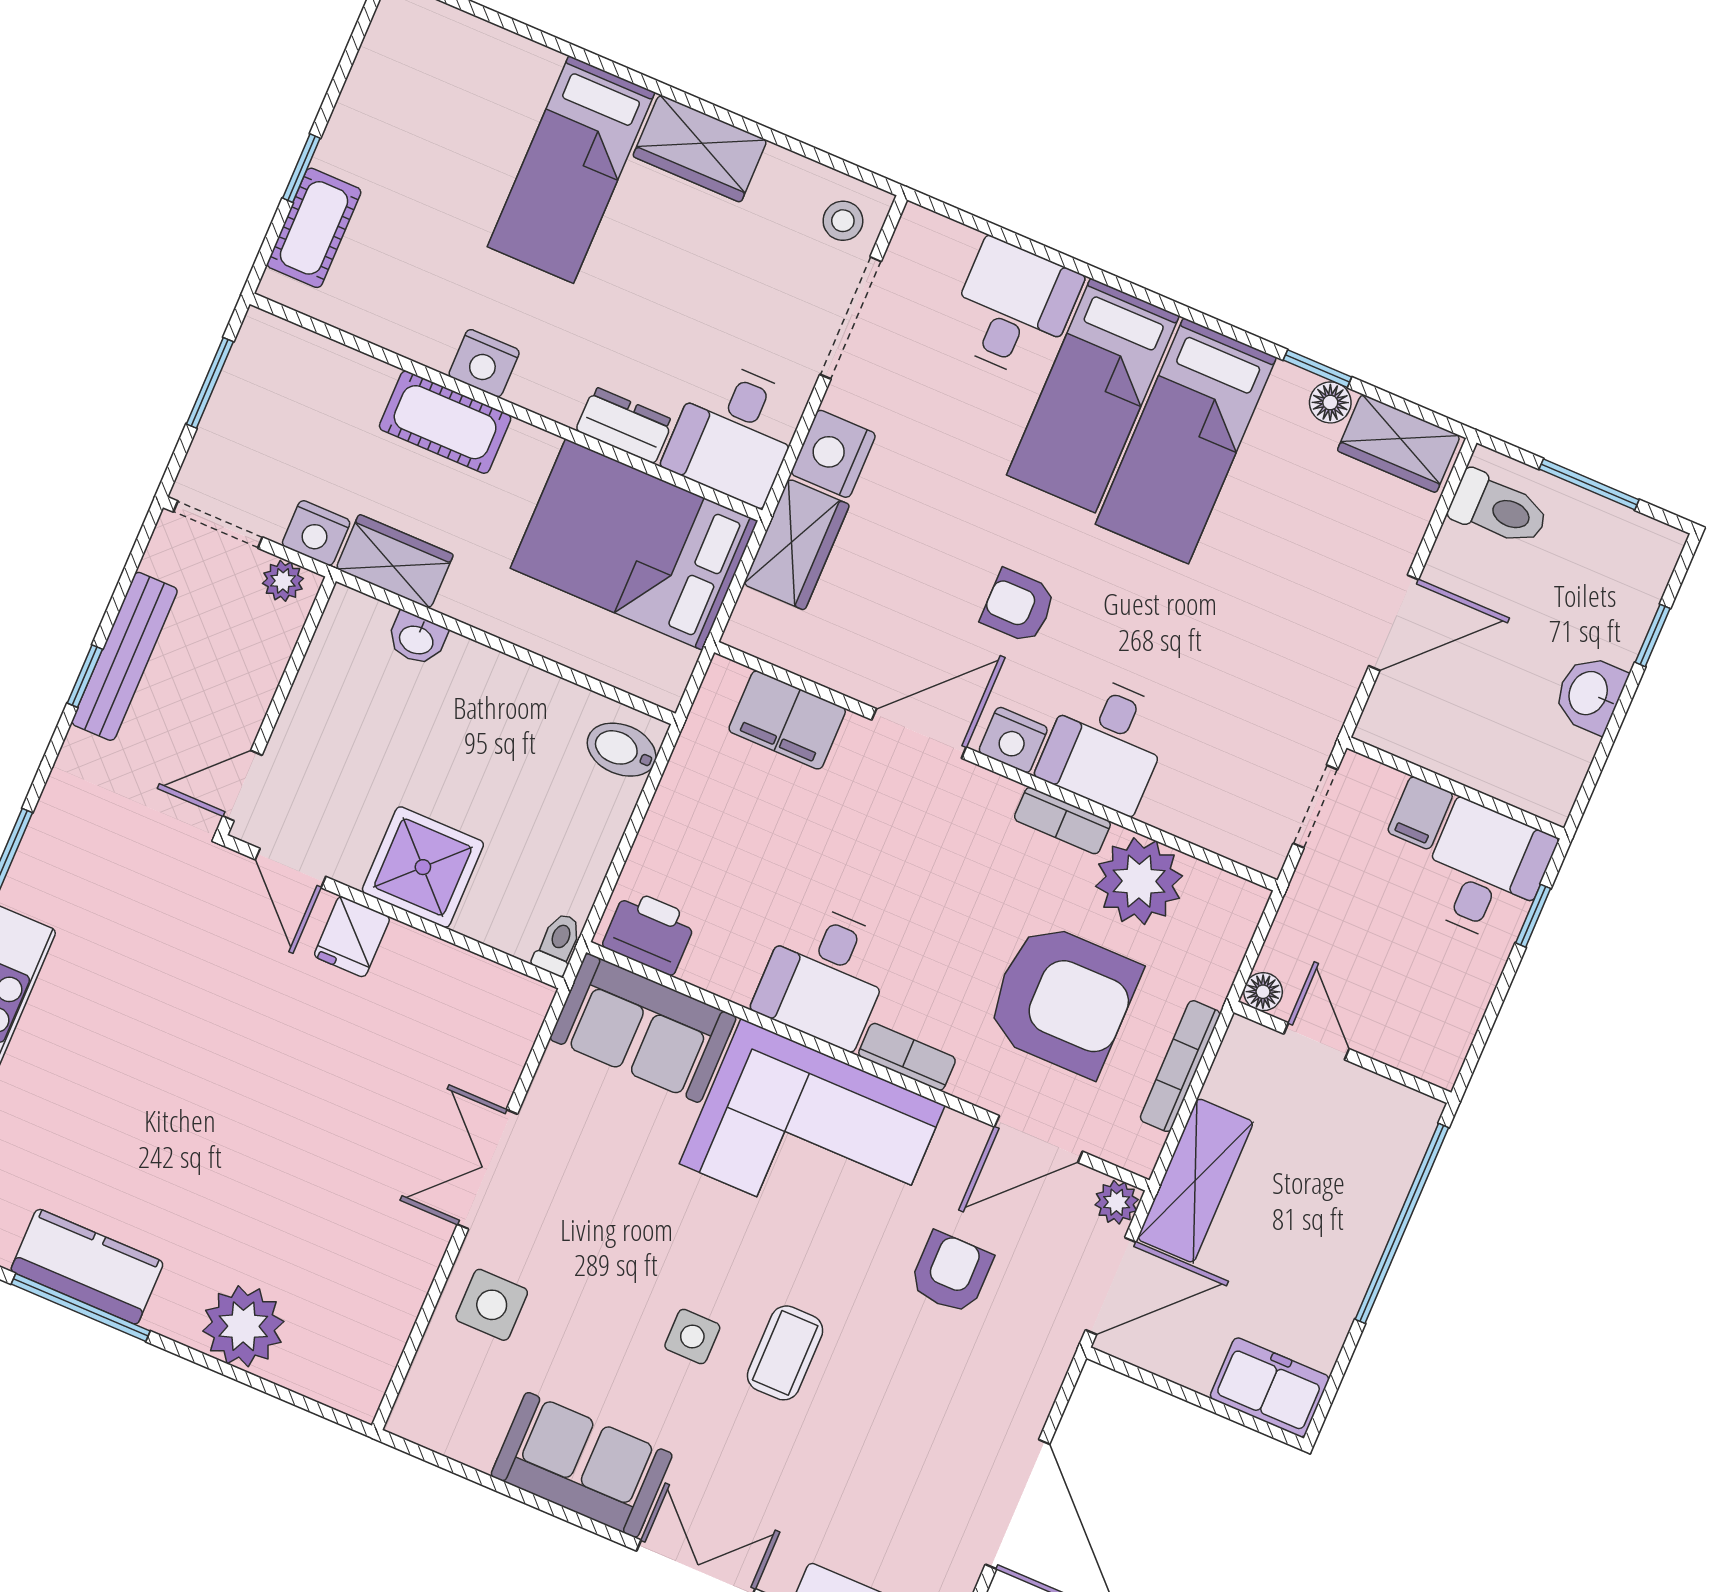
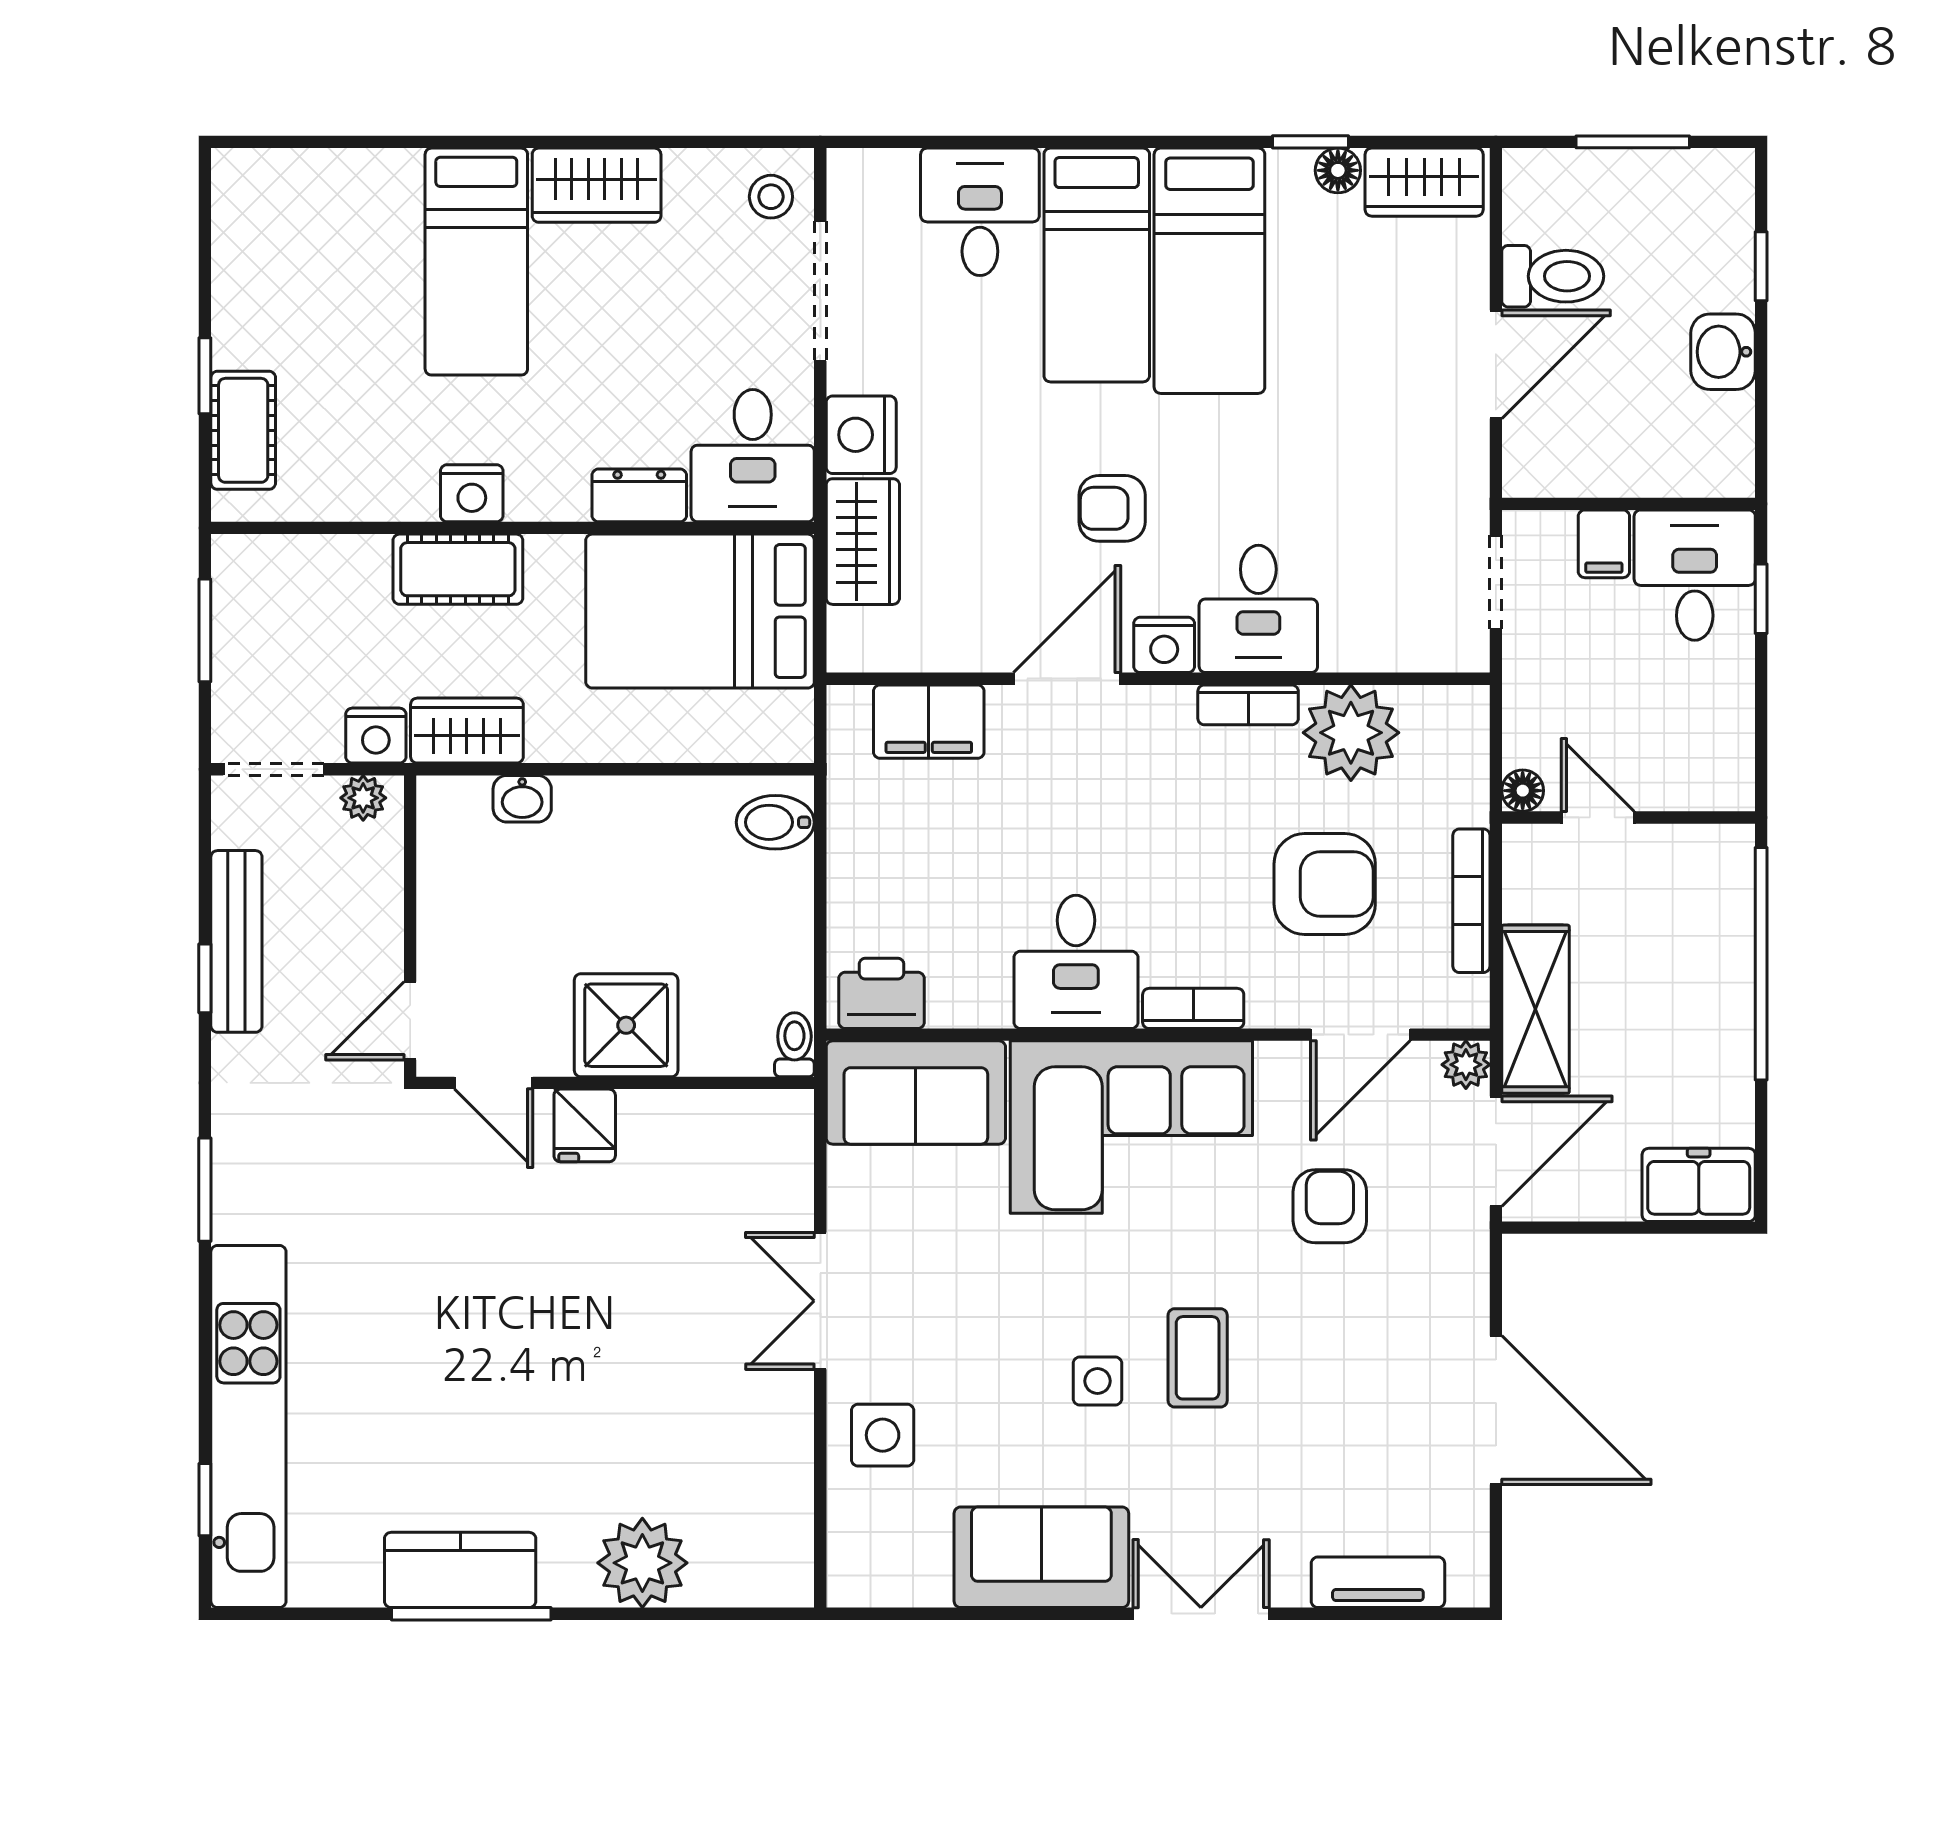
toilet: (1499, 509) -> (1553, 276), moved
armchair: (1063, 999) -> (1325, 884), width x0.73, depth x0.73

